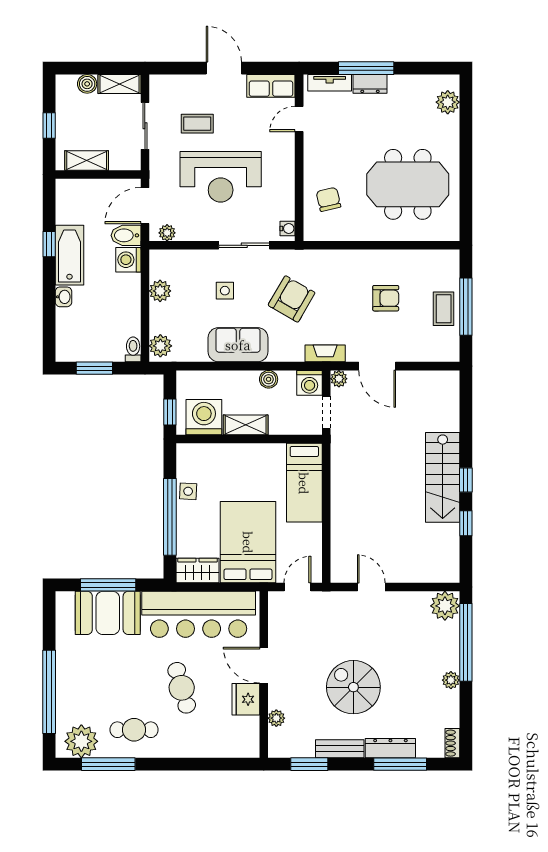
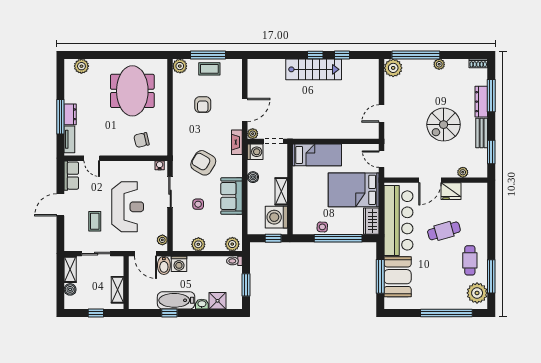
plant: (448, 261) -> (180, 66), added
armchair: (386, 298) -> (203, 105), turned 180
shower: (69, 322) -> (218, 301), added

